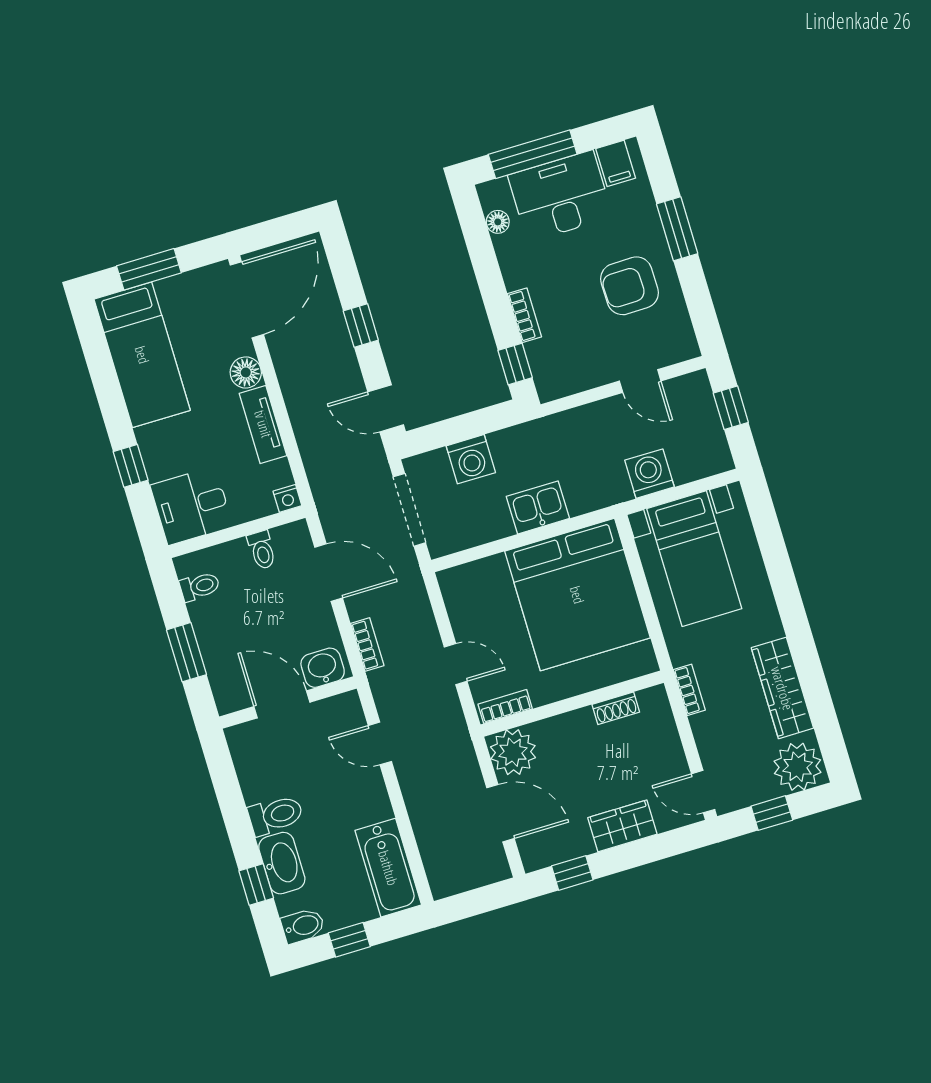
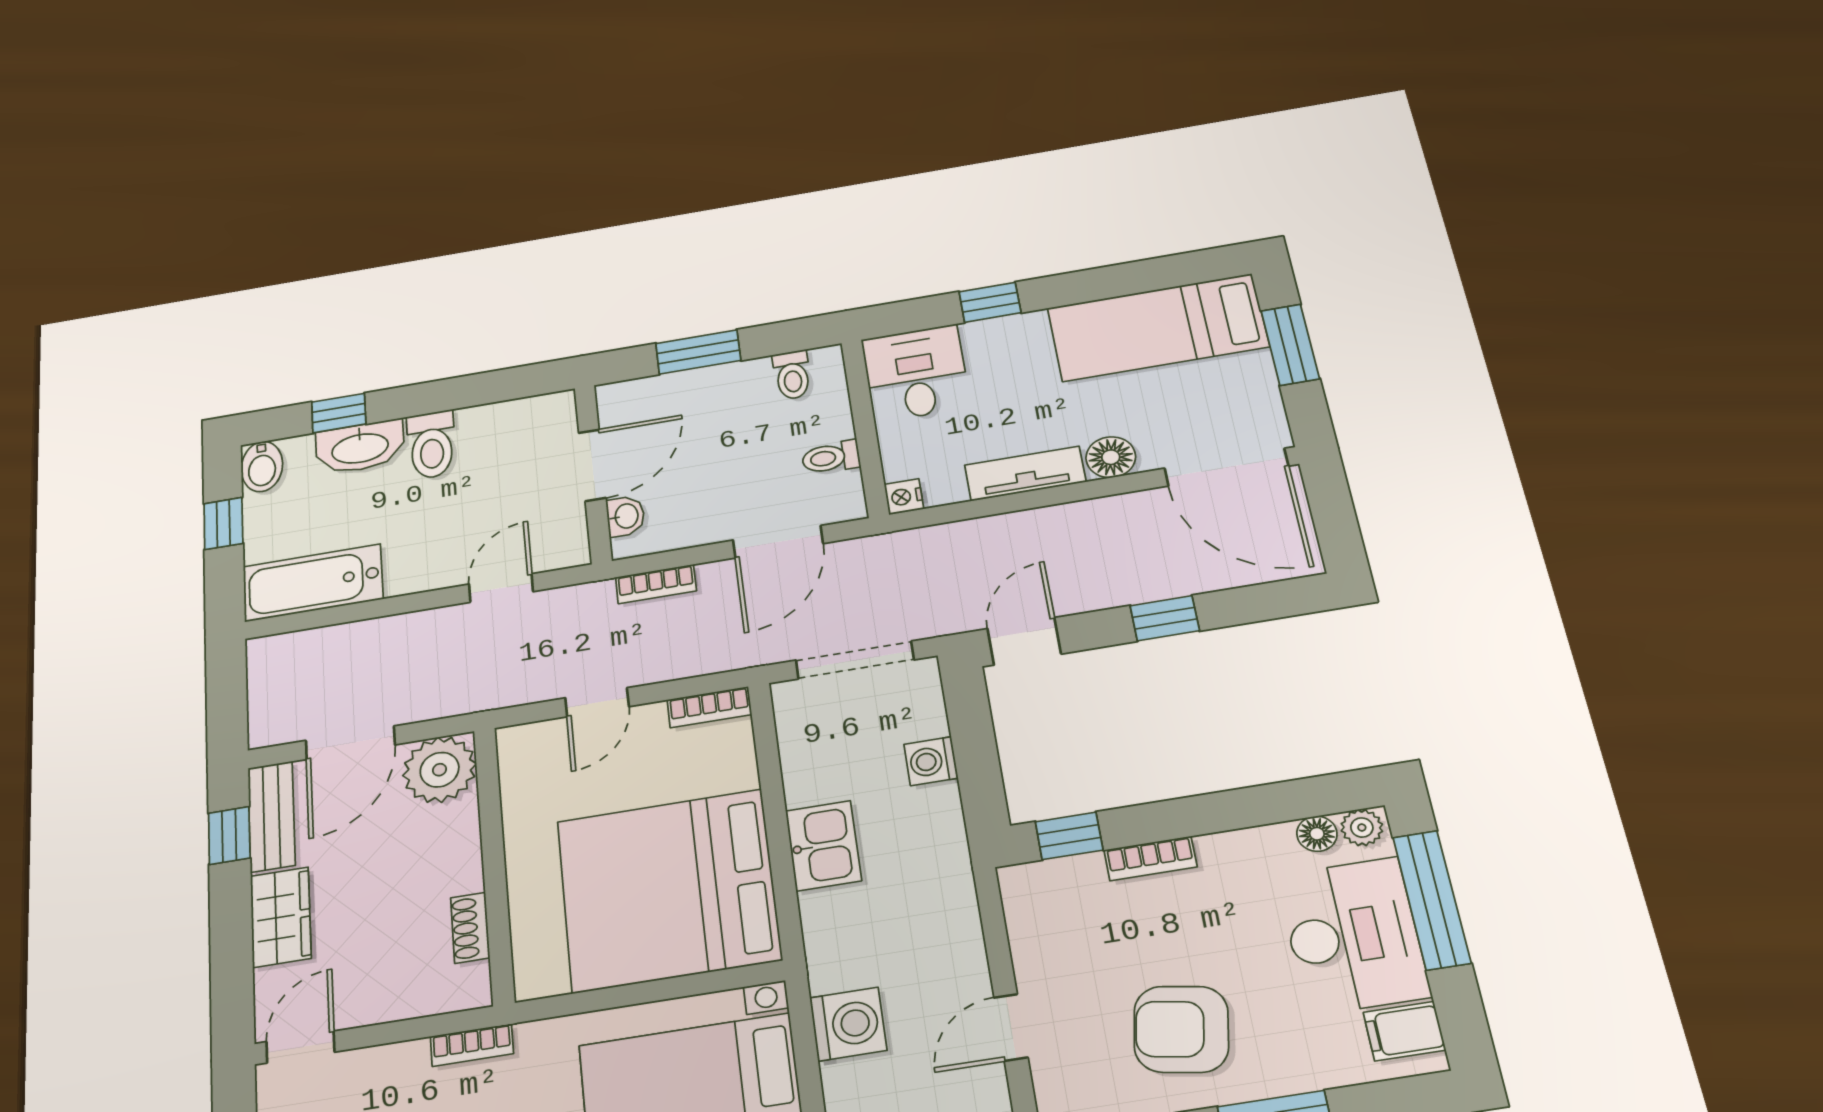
plant: (491, 197) -> (1362, 828), added
armchair: (629, 286) -> (1181, 1029), turned -79
washing machine: (471, 459) -> (931, 761), width x0.73, depth x0.73
washbasin: (323, 668) -> (625, 516), width x0.72, depth x0.69
bookcase: (505, 706) -> (709, 707), moved, turned 90
bench: (556, 850) -> (271, 816), added

